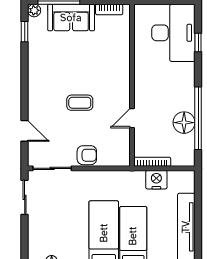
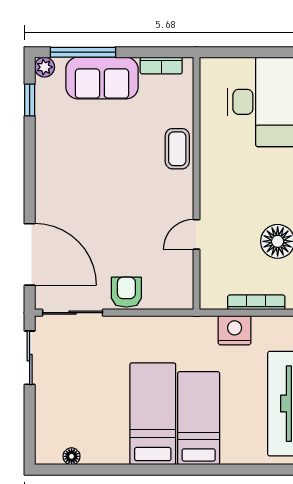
coffee table: (80, 103) -> (177, 149), moved, turned 90
door: (25, 131) -> (30, 254), width x1.88
armchair: (87, 155) -> (126, 292), turned -90
bookcase: (152, 162) -> (256, 302), moved

